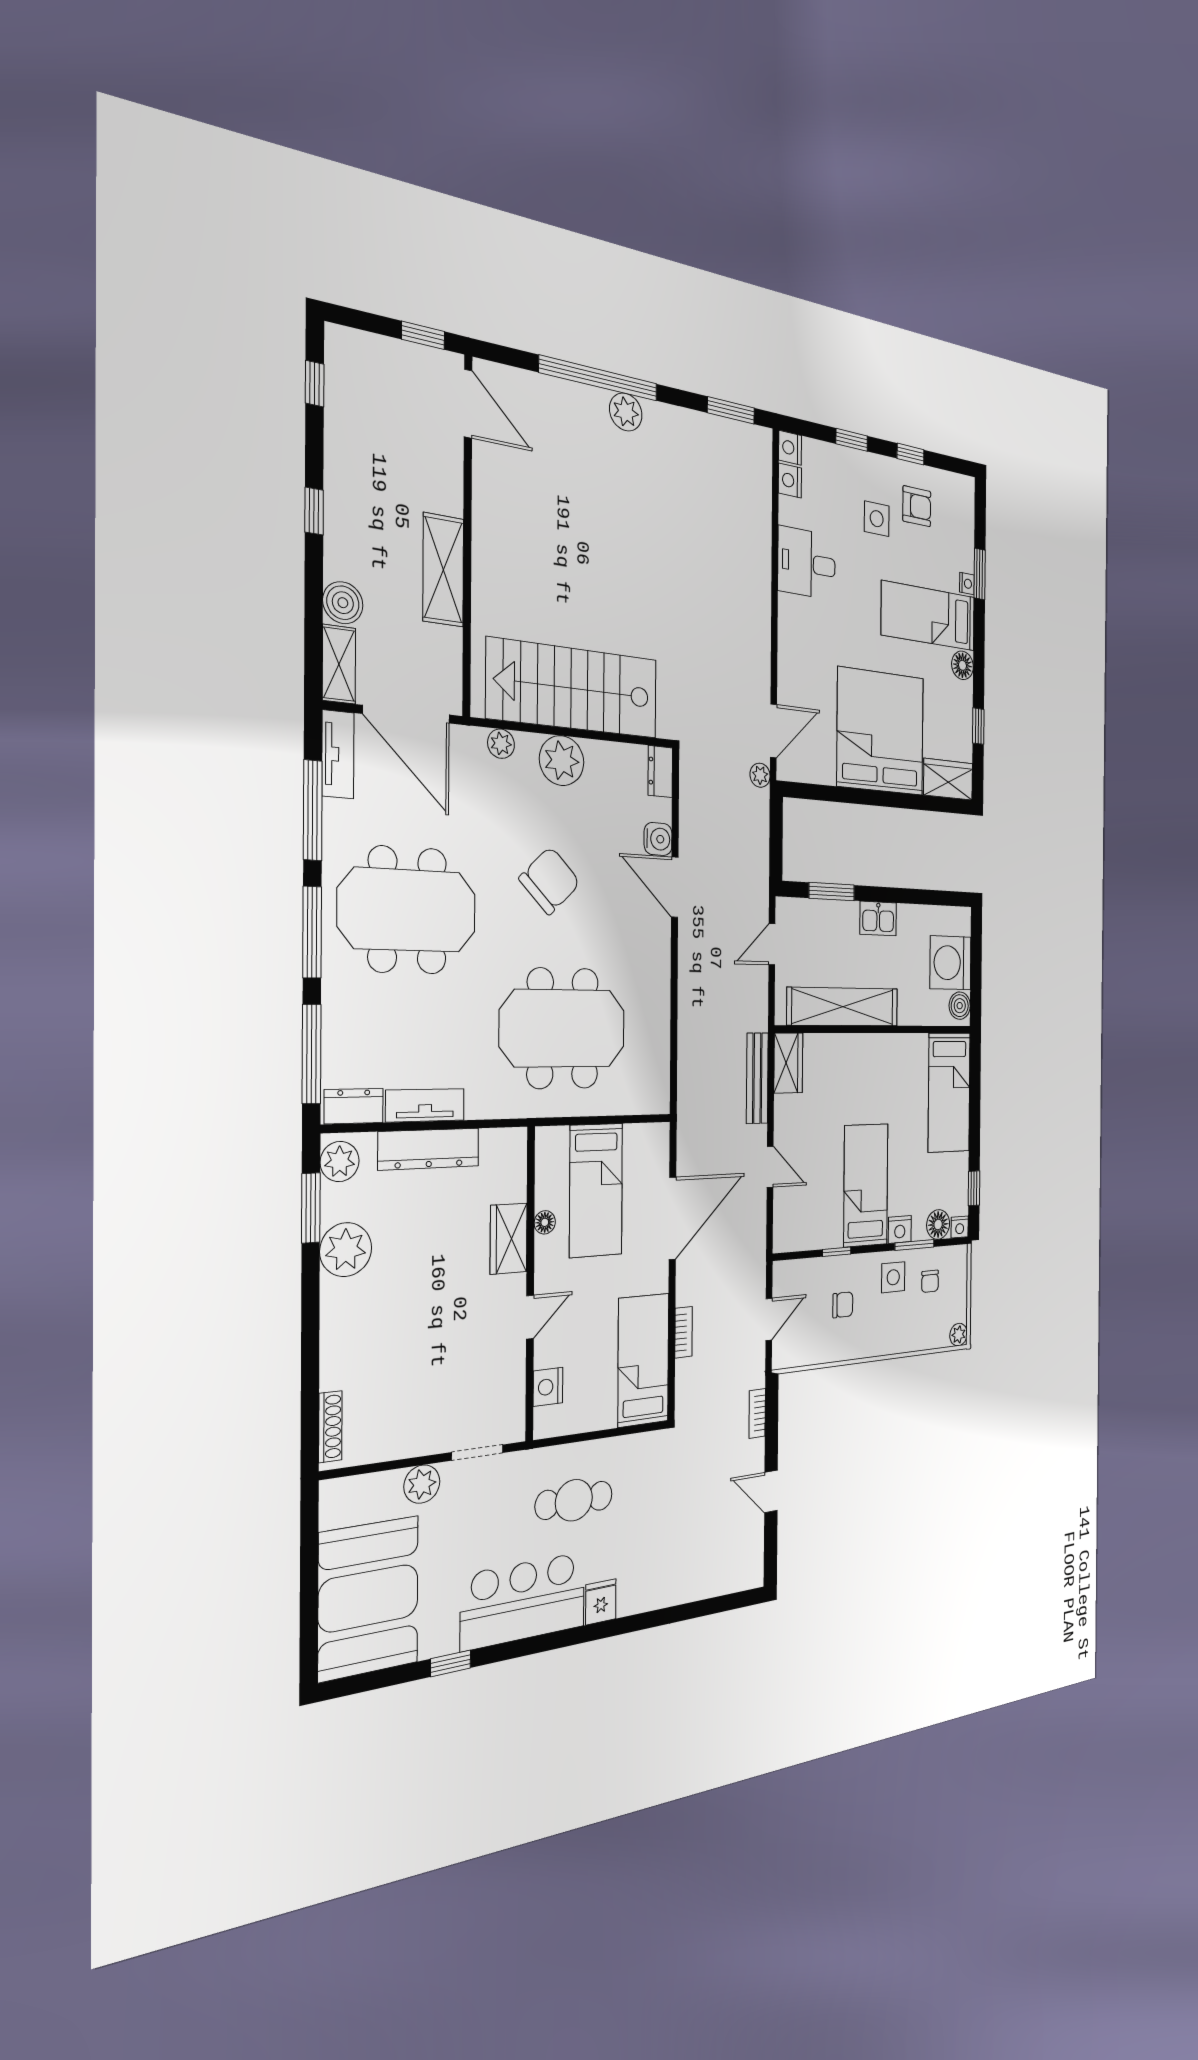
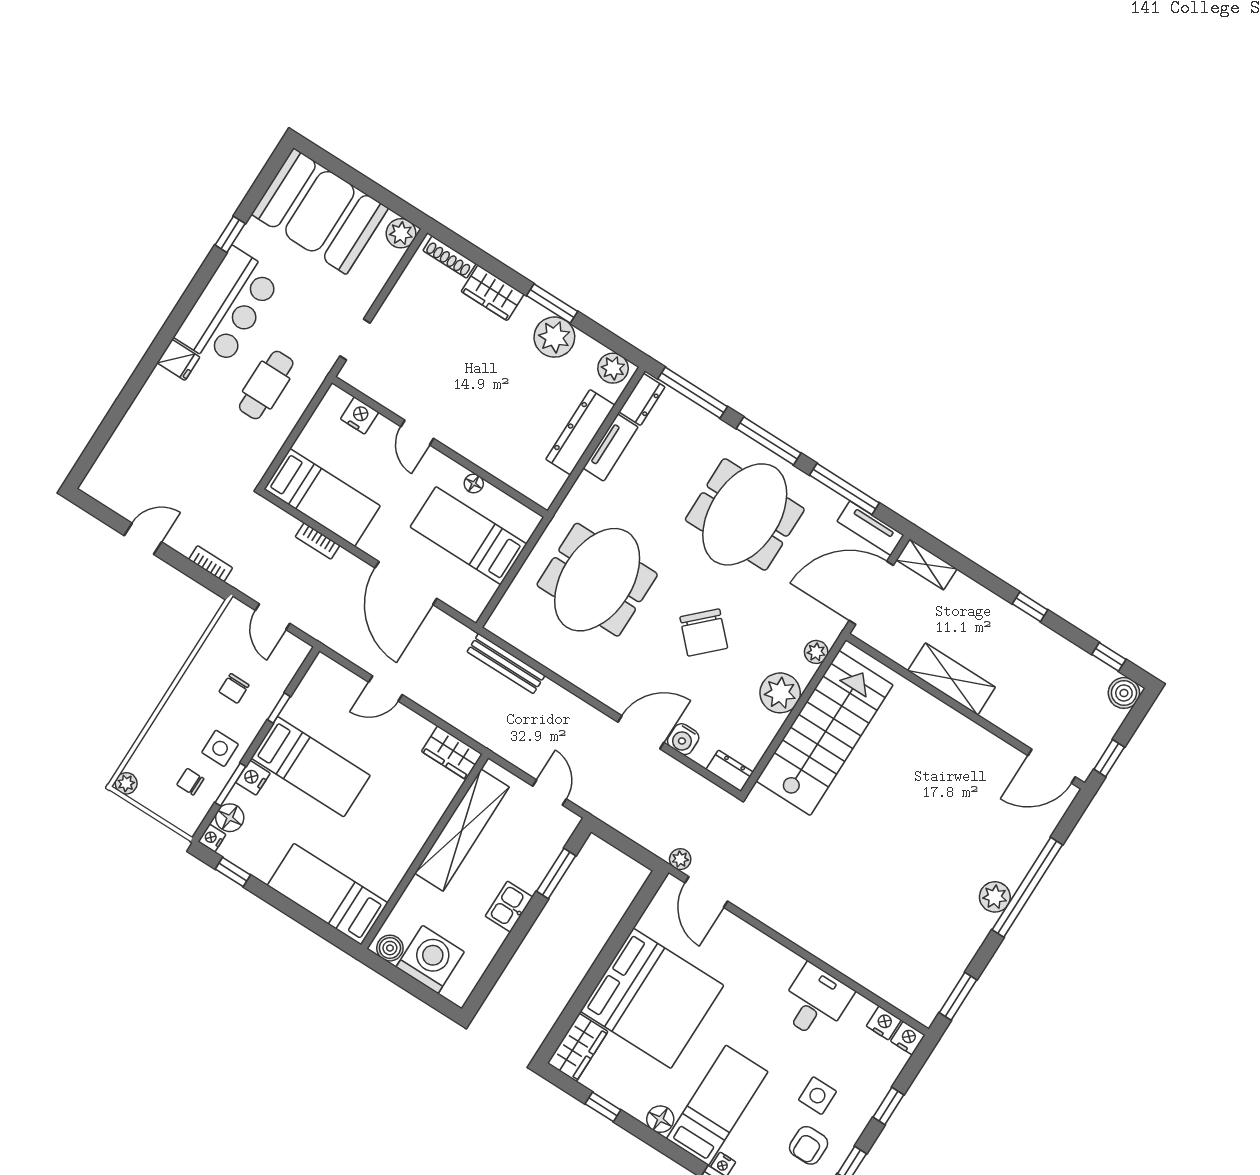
boiler: (343, 603) -> (1124, 693), moved
bench: (757, 1078) -> (506, 664), moved
window: (311, 1208) -> (552, 303), moved
wardrobe: (509, 1239) -> (493, 293), moved, turned 180
plant: (422, 1484) -> (401, 233), moved

